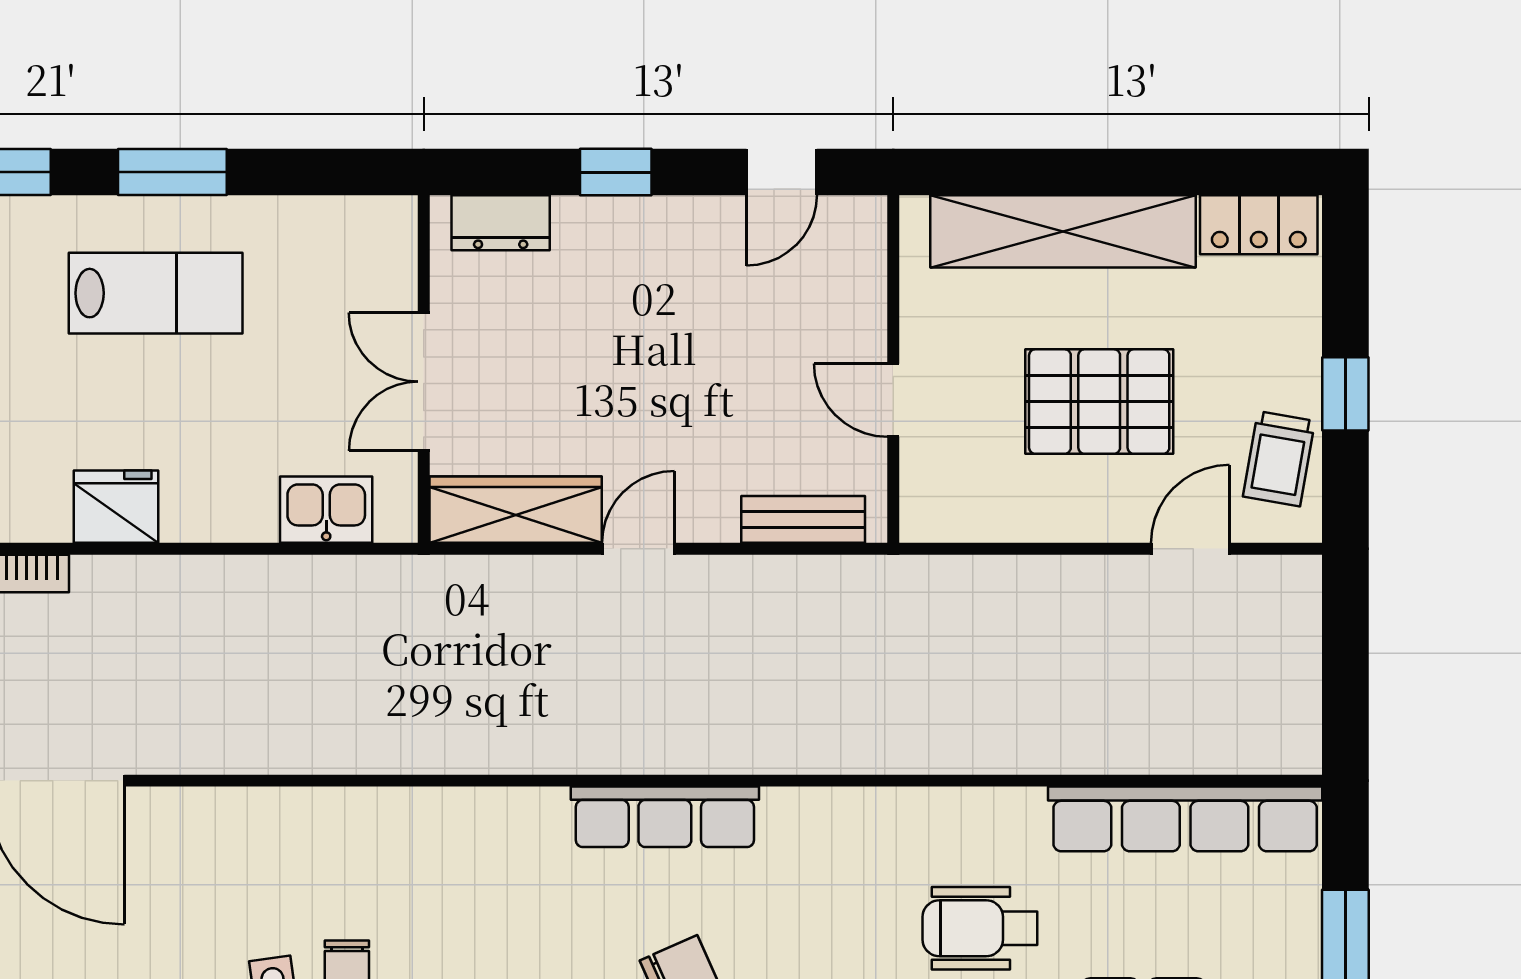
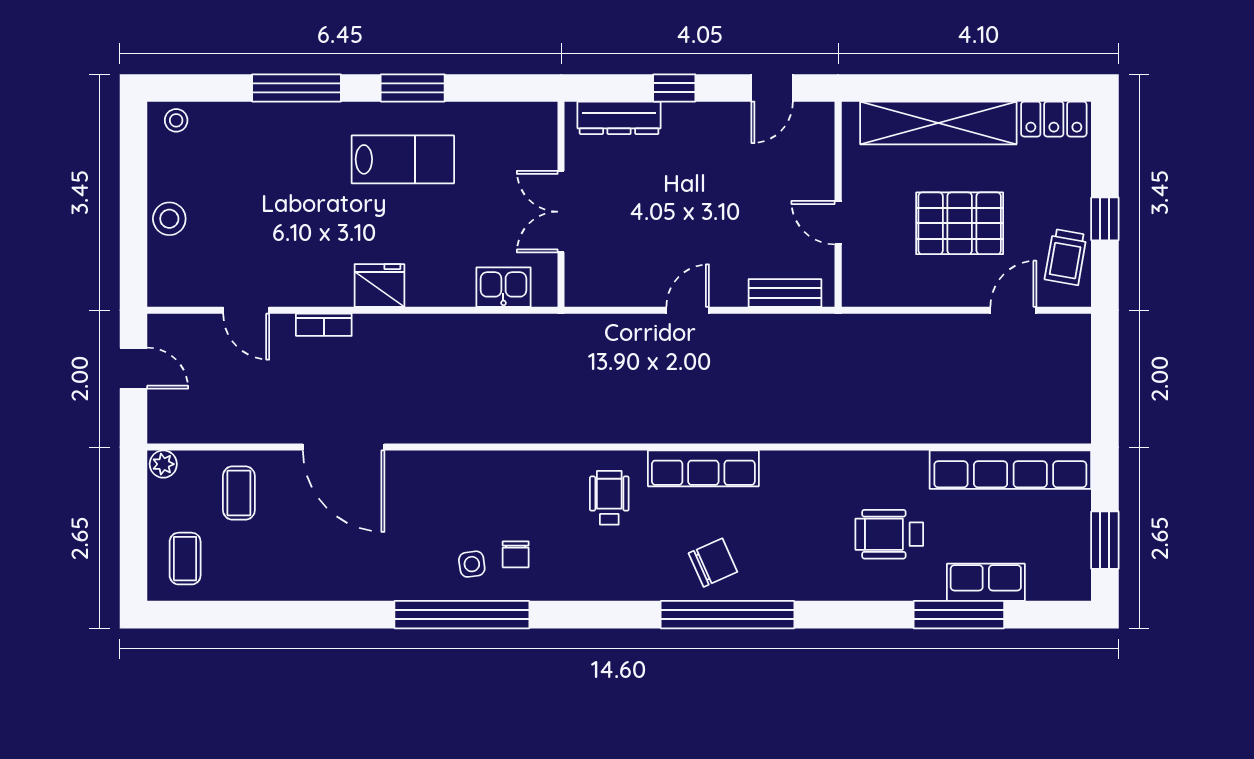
dresser: (501, 223) -> (619, 118), width x1.44
wardrobe: (516, 510) -> (615, 287), removed
wheelchair: (505, 867) -> (609, 498), added

